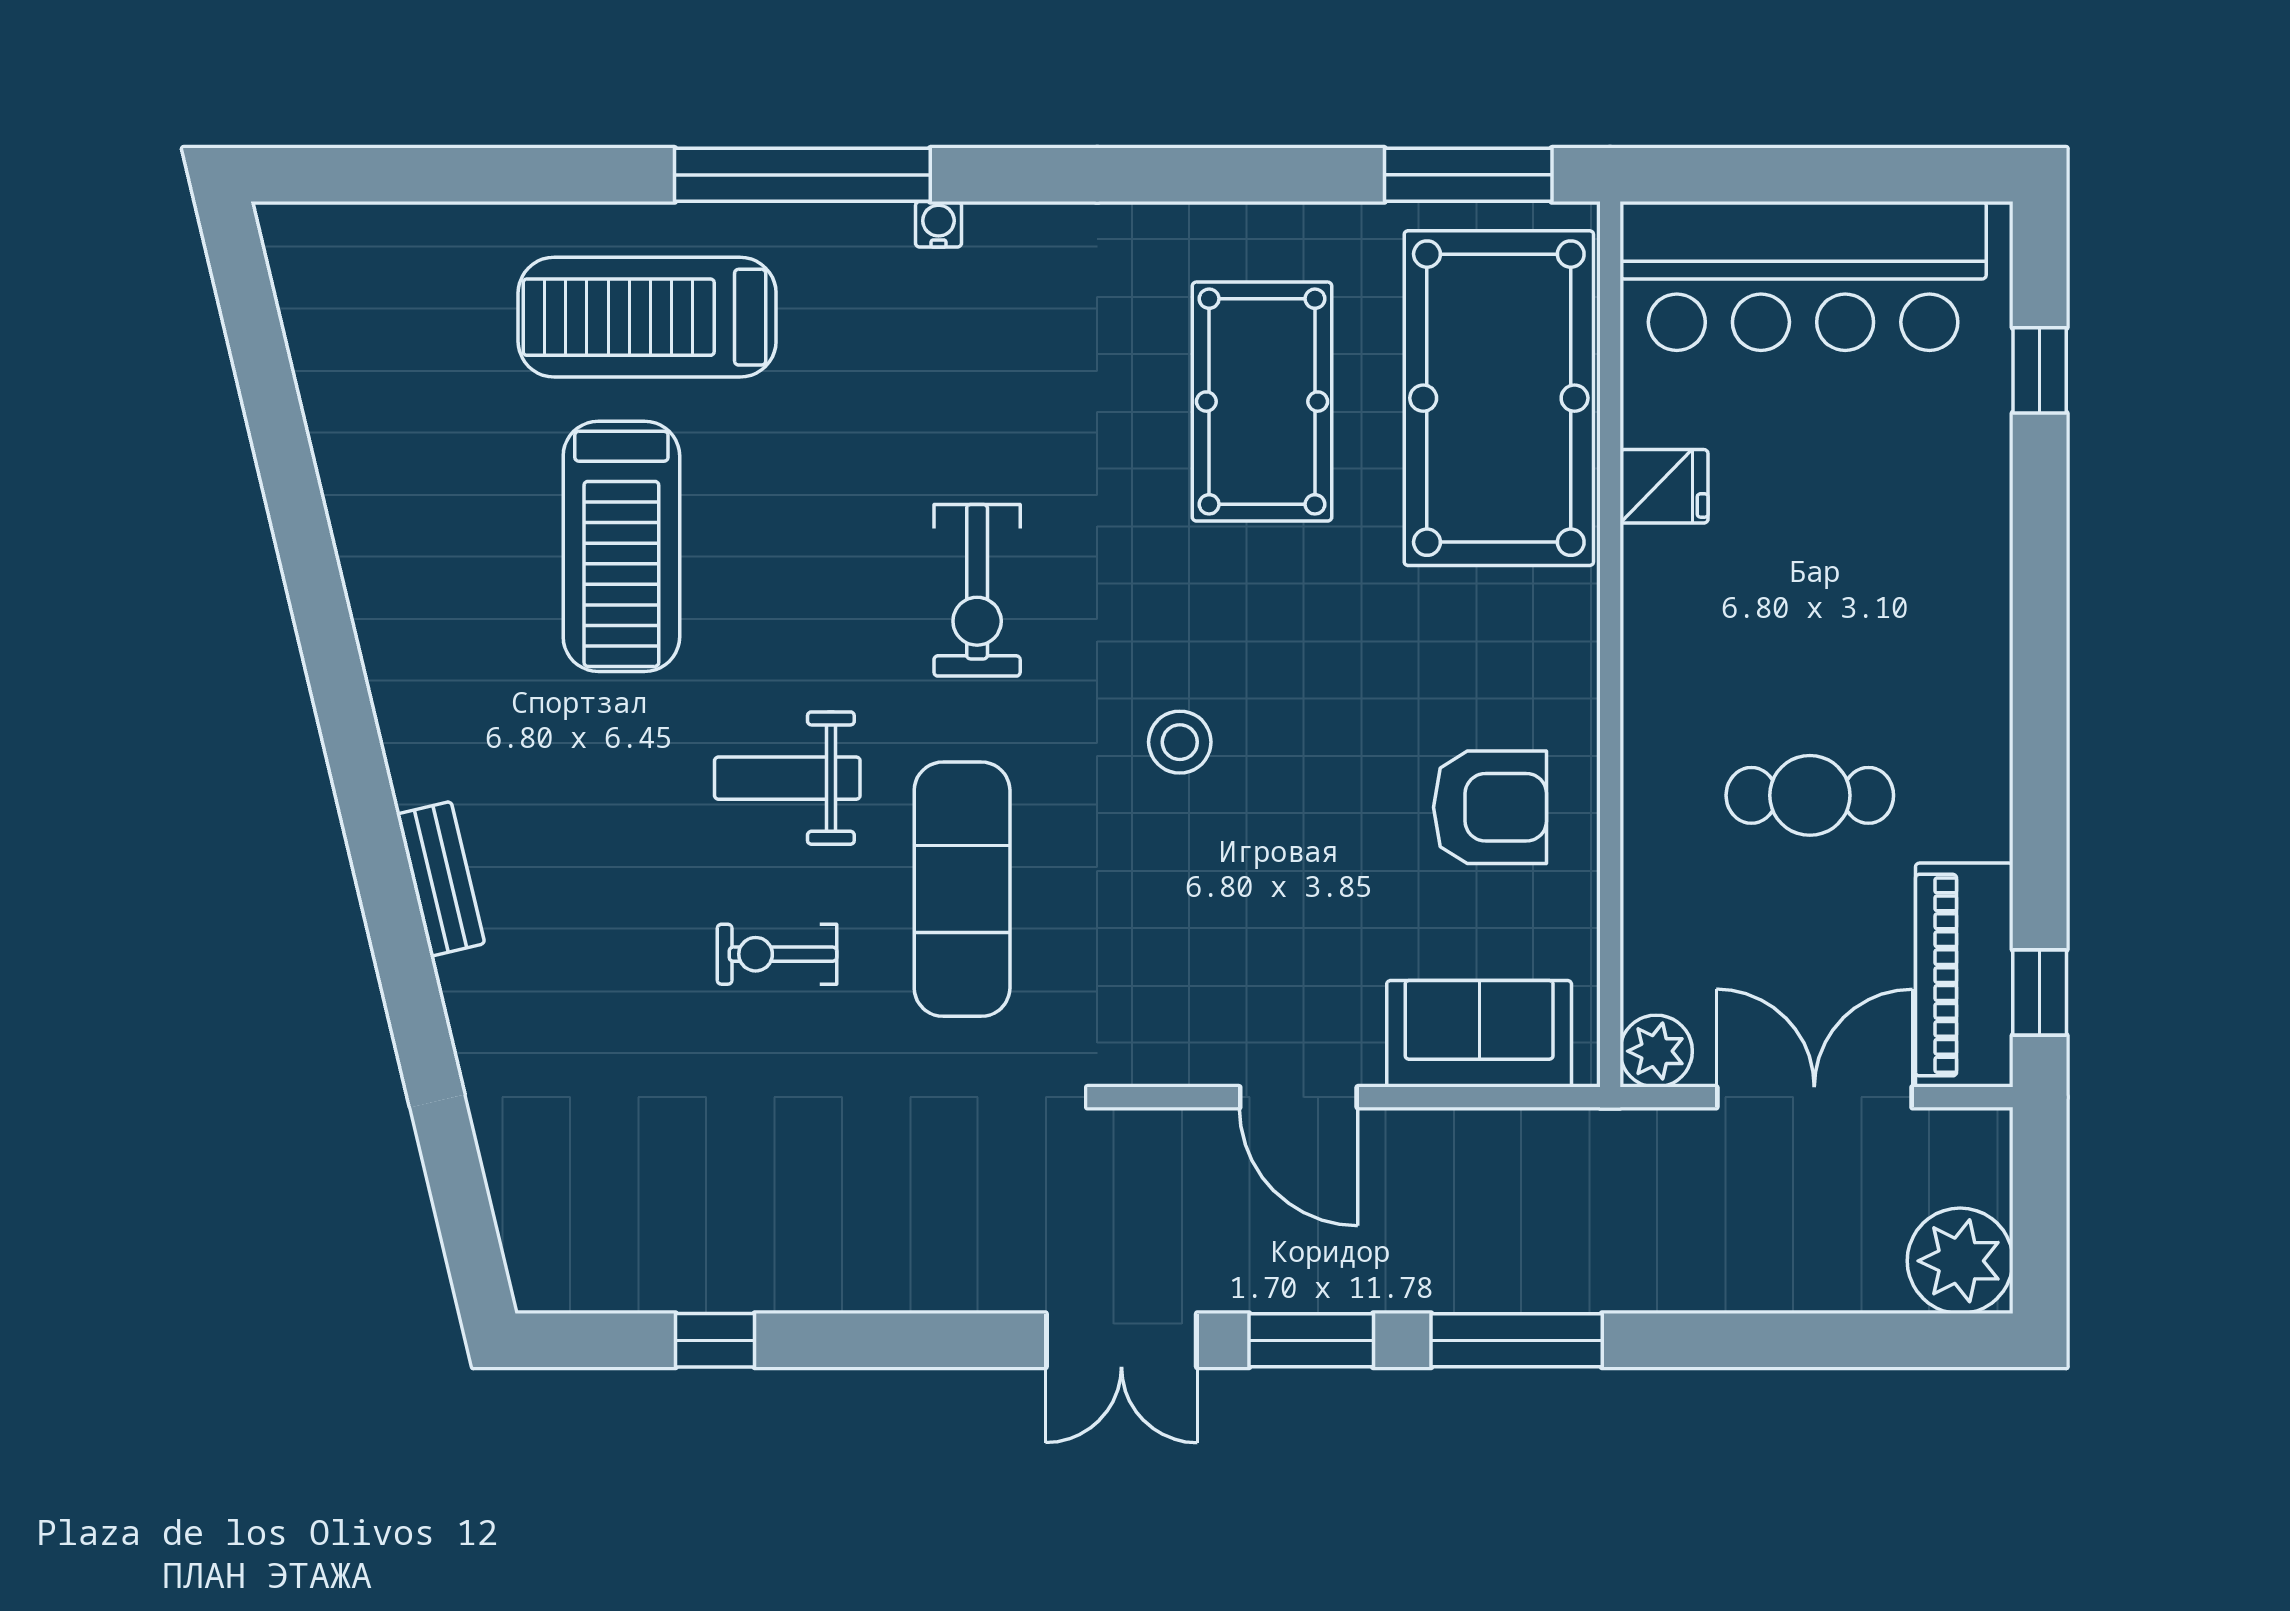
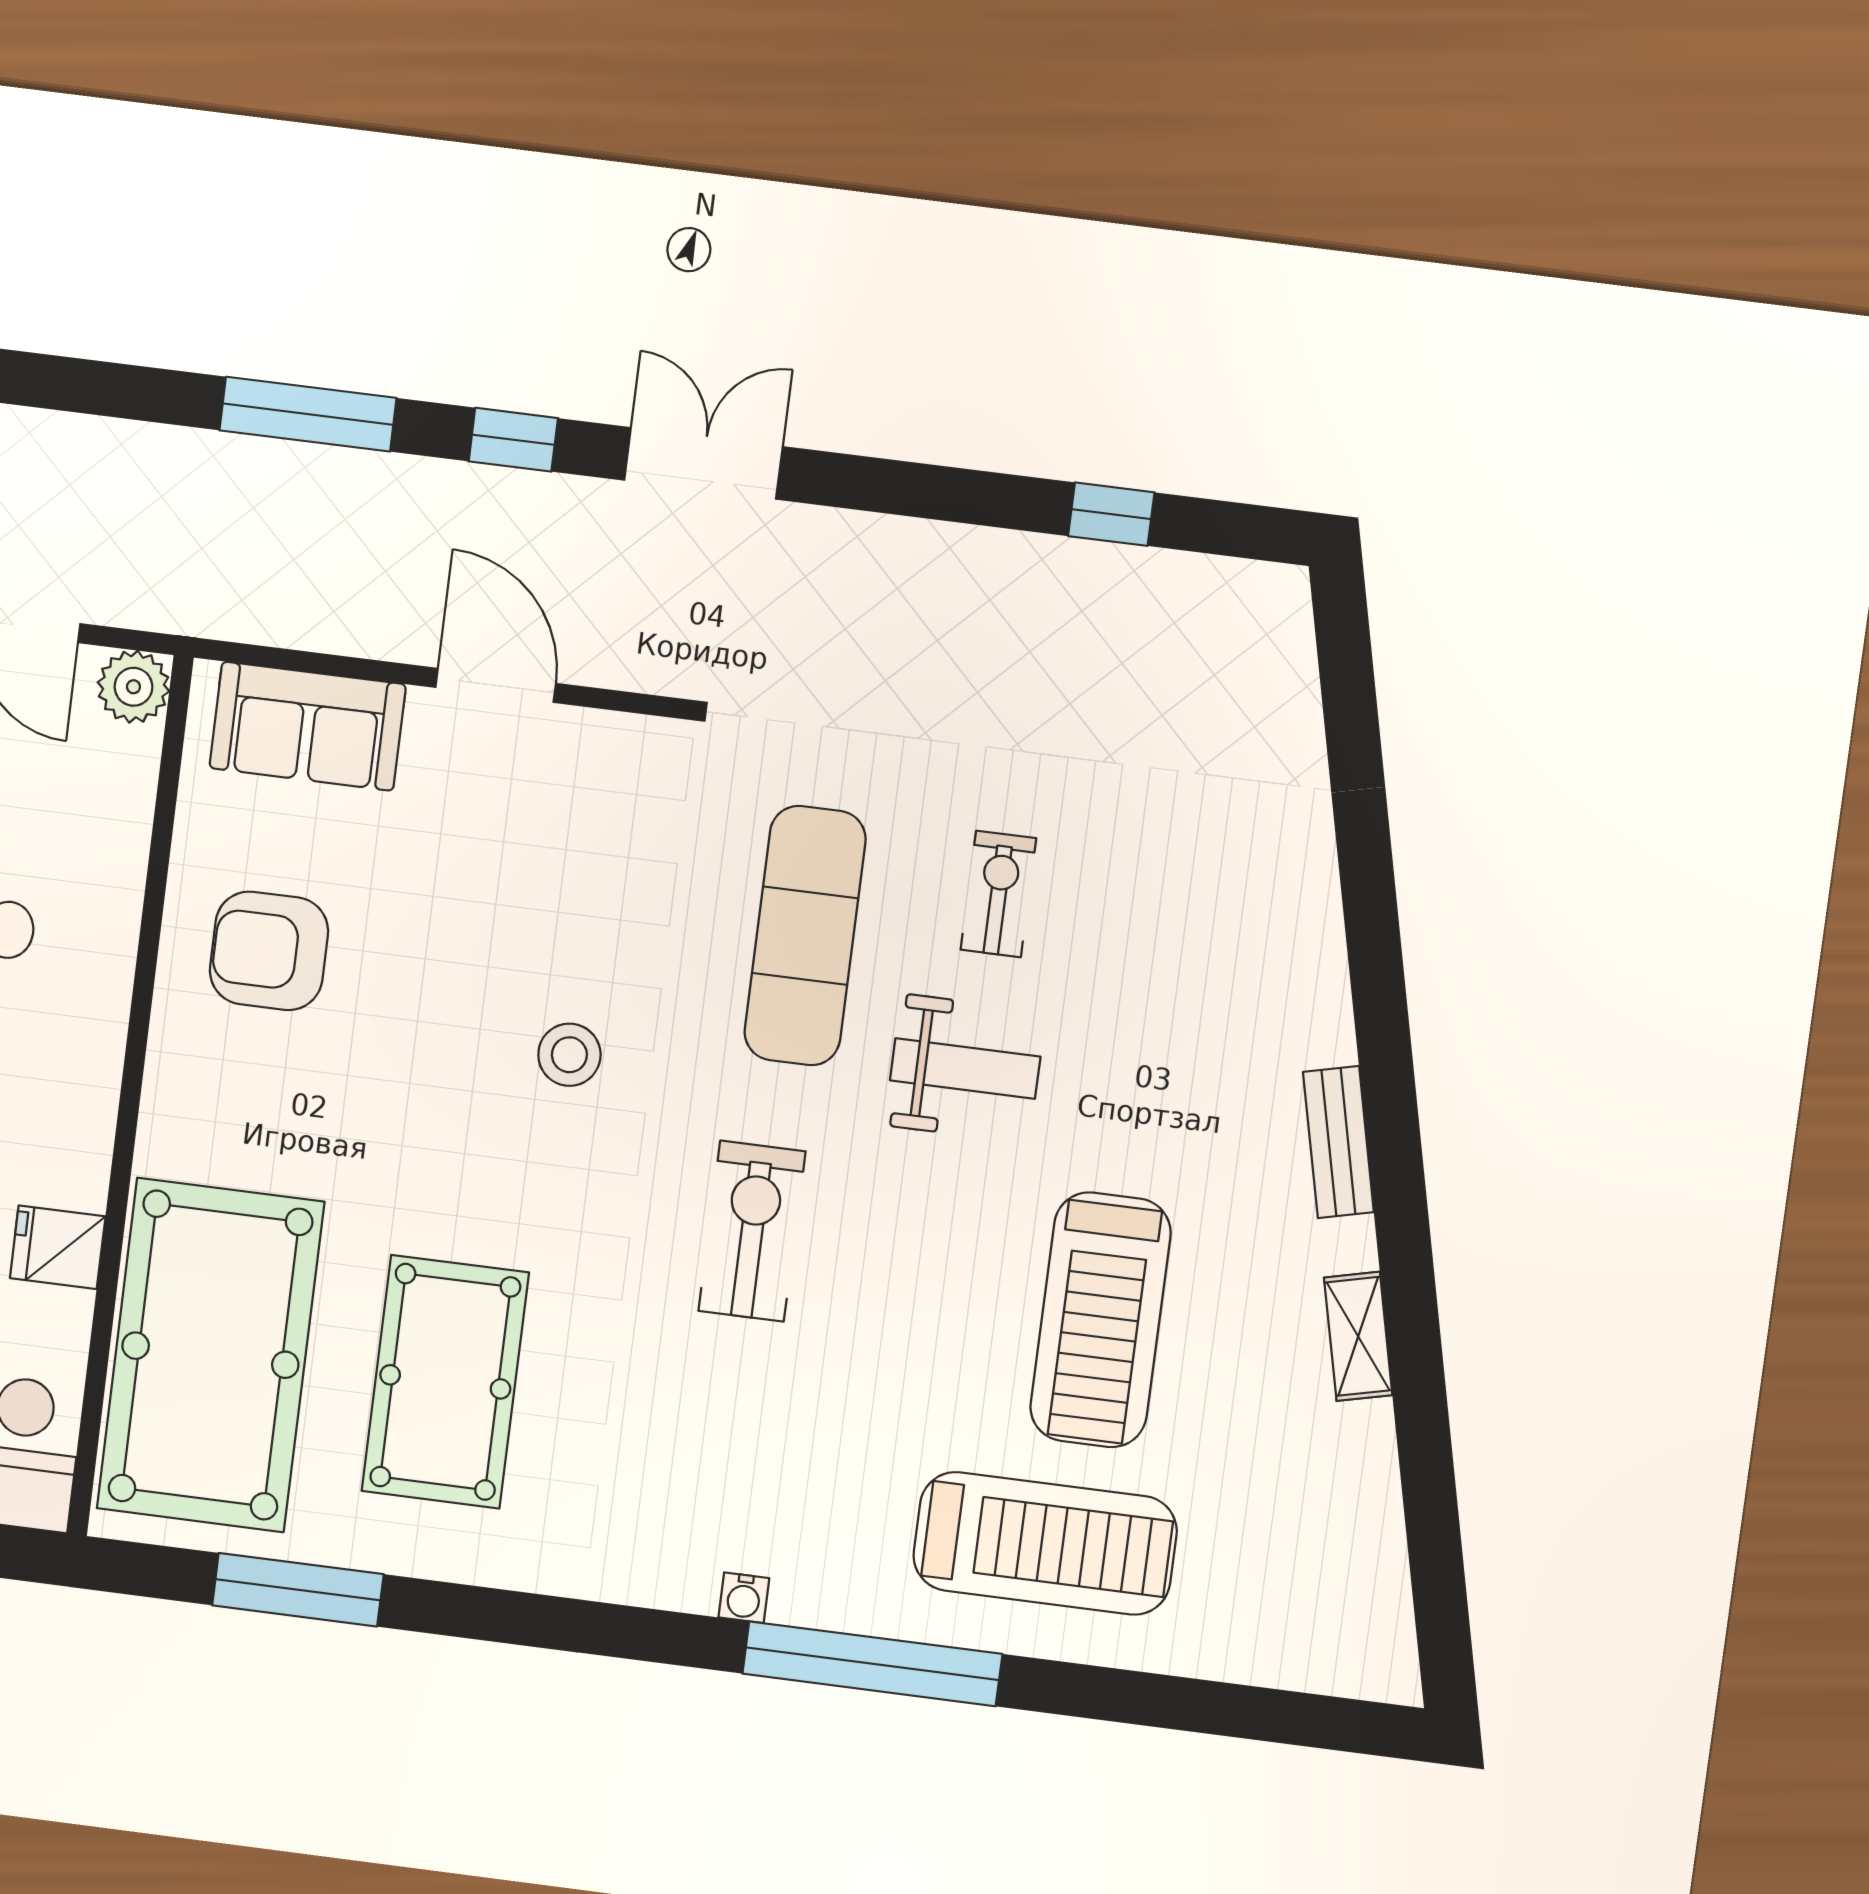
window: (1468, 175) -> (298, 1590), moved
treadmill: (621, 546) -> (1100, 1320), turned 180
shelving: (365, 563) -> (1358, 1336), added
bench: (441, 879) -> (1338, 1142), moved
exercise bike: (777, 954) -> (998, 894), turned -90
window: (1311, 1340) -> (513, 440), width x0.67

